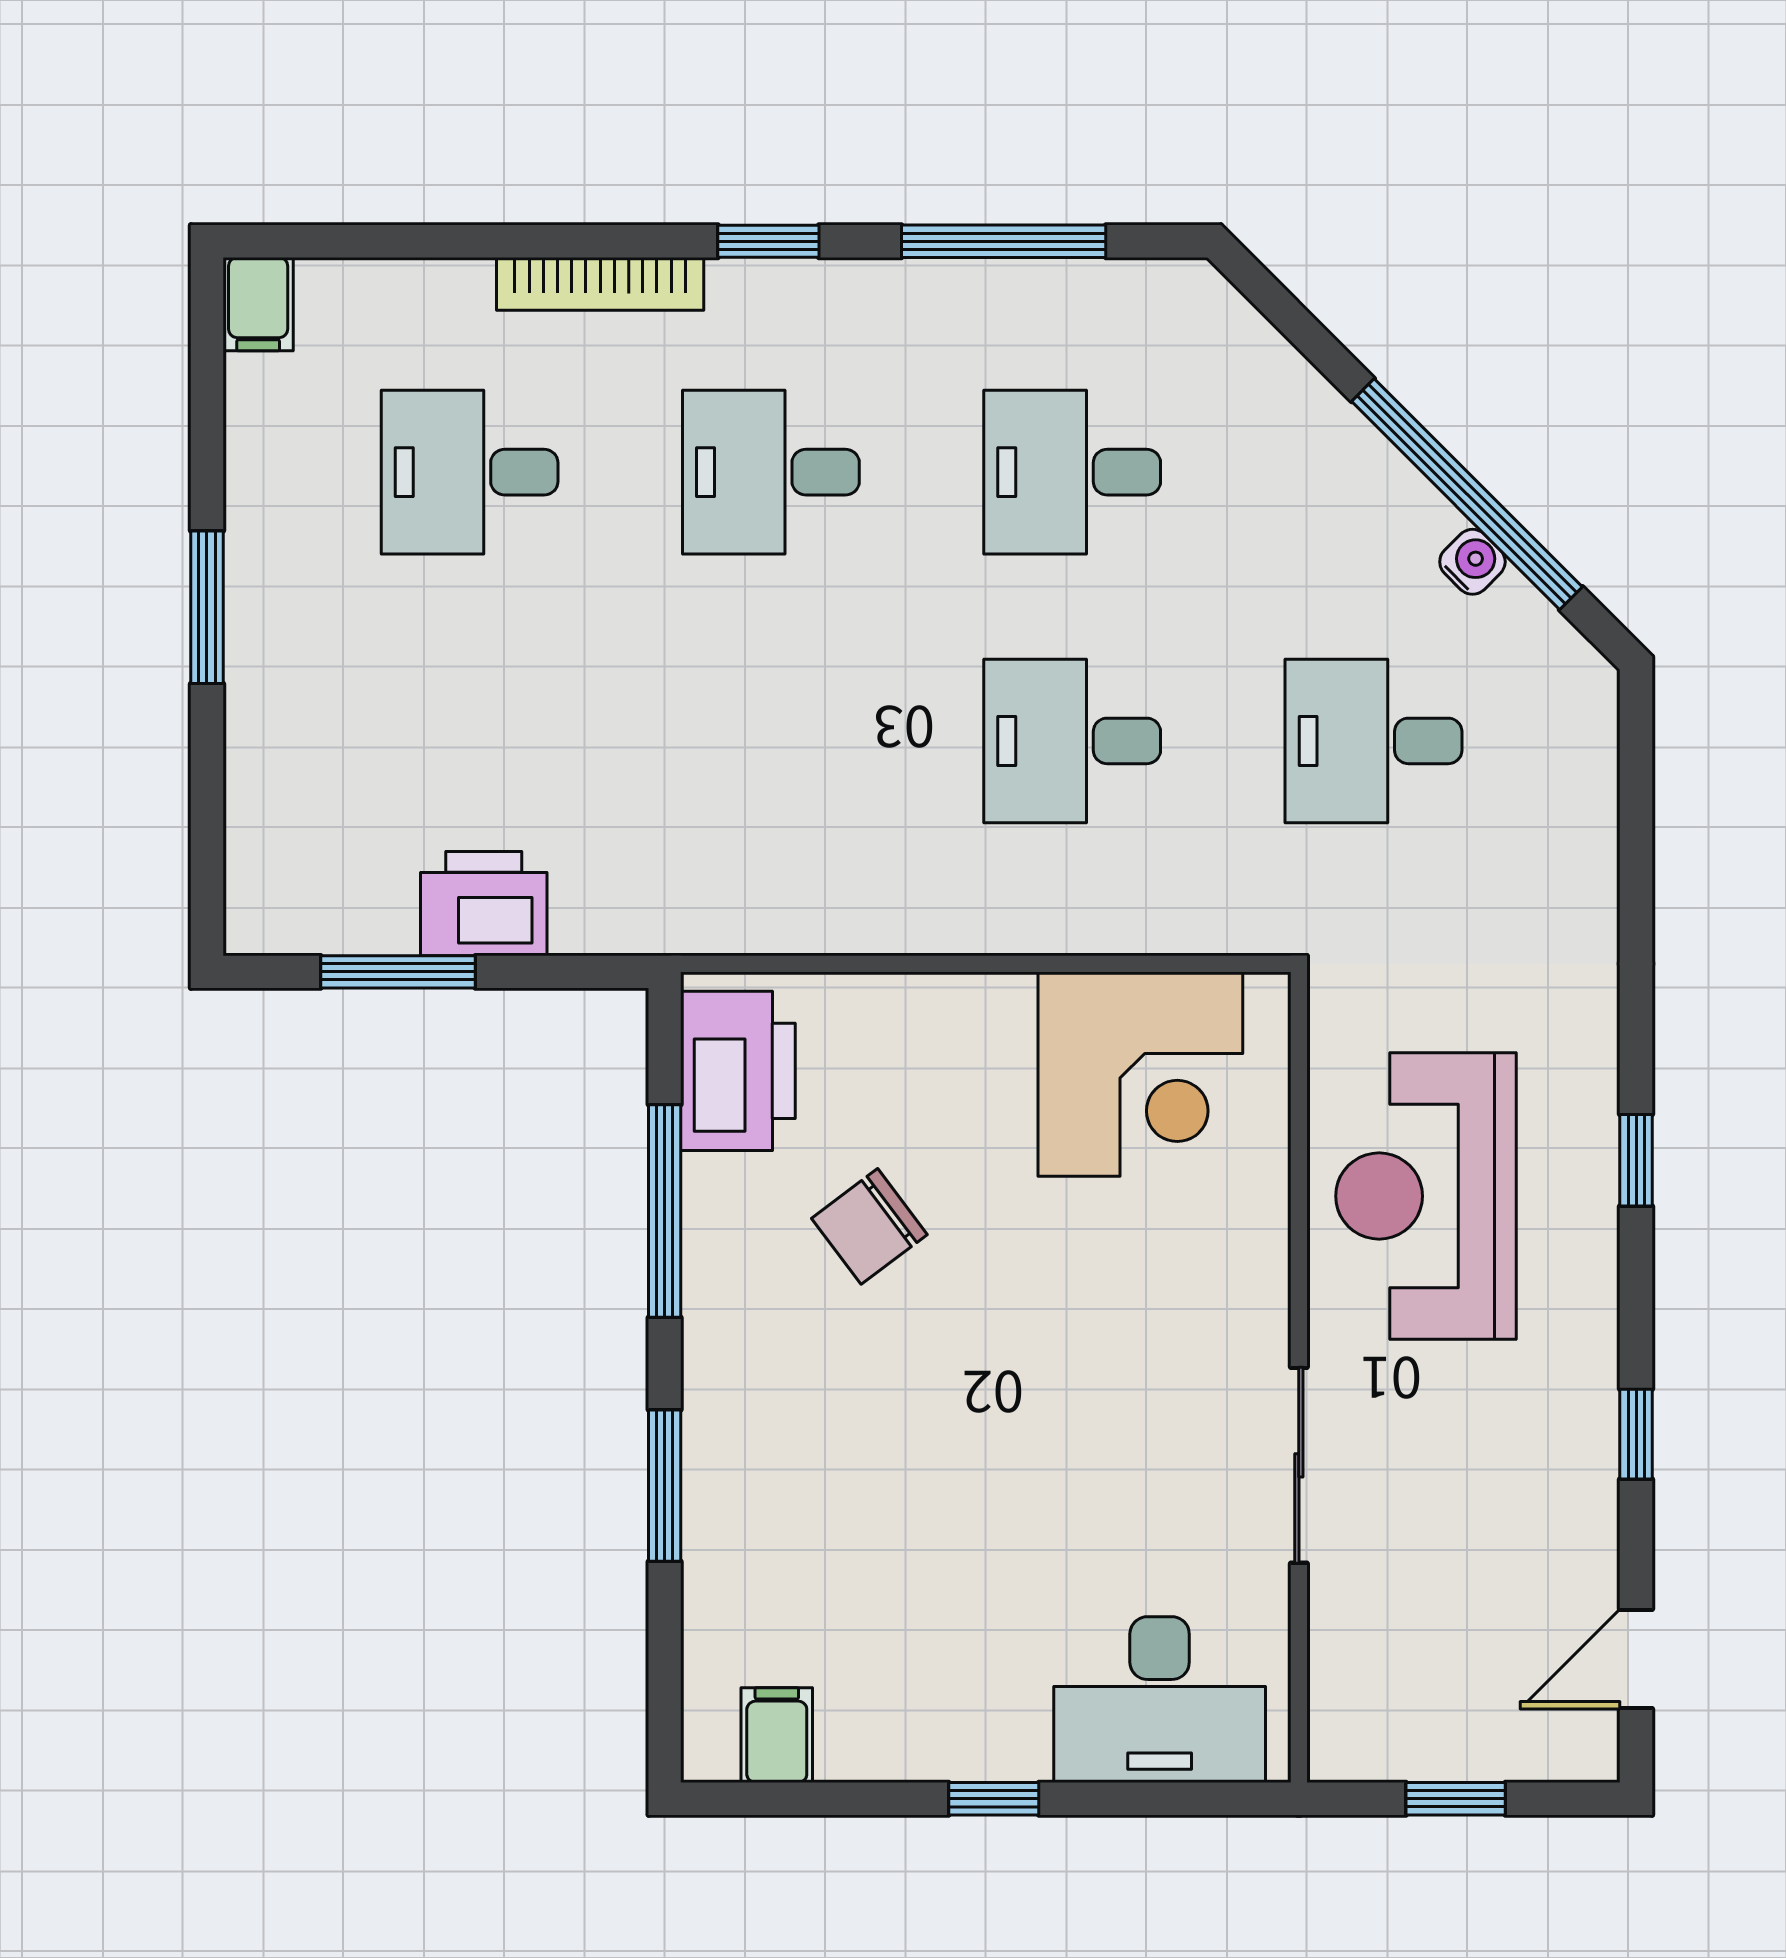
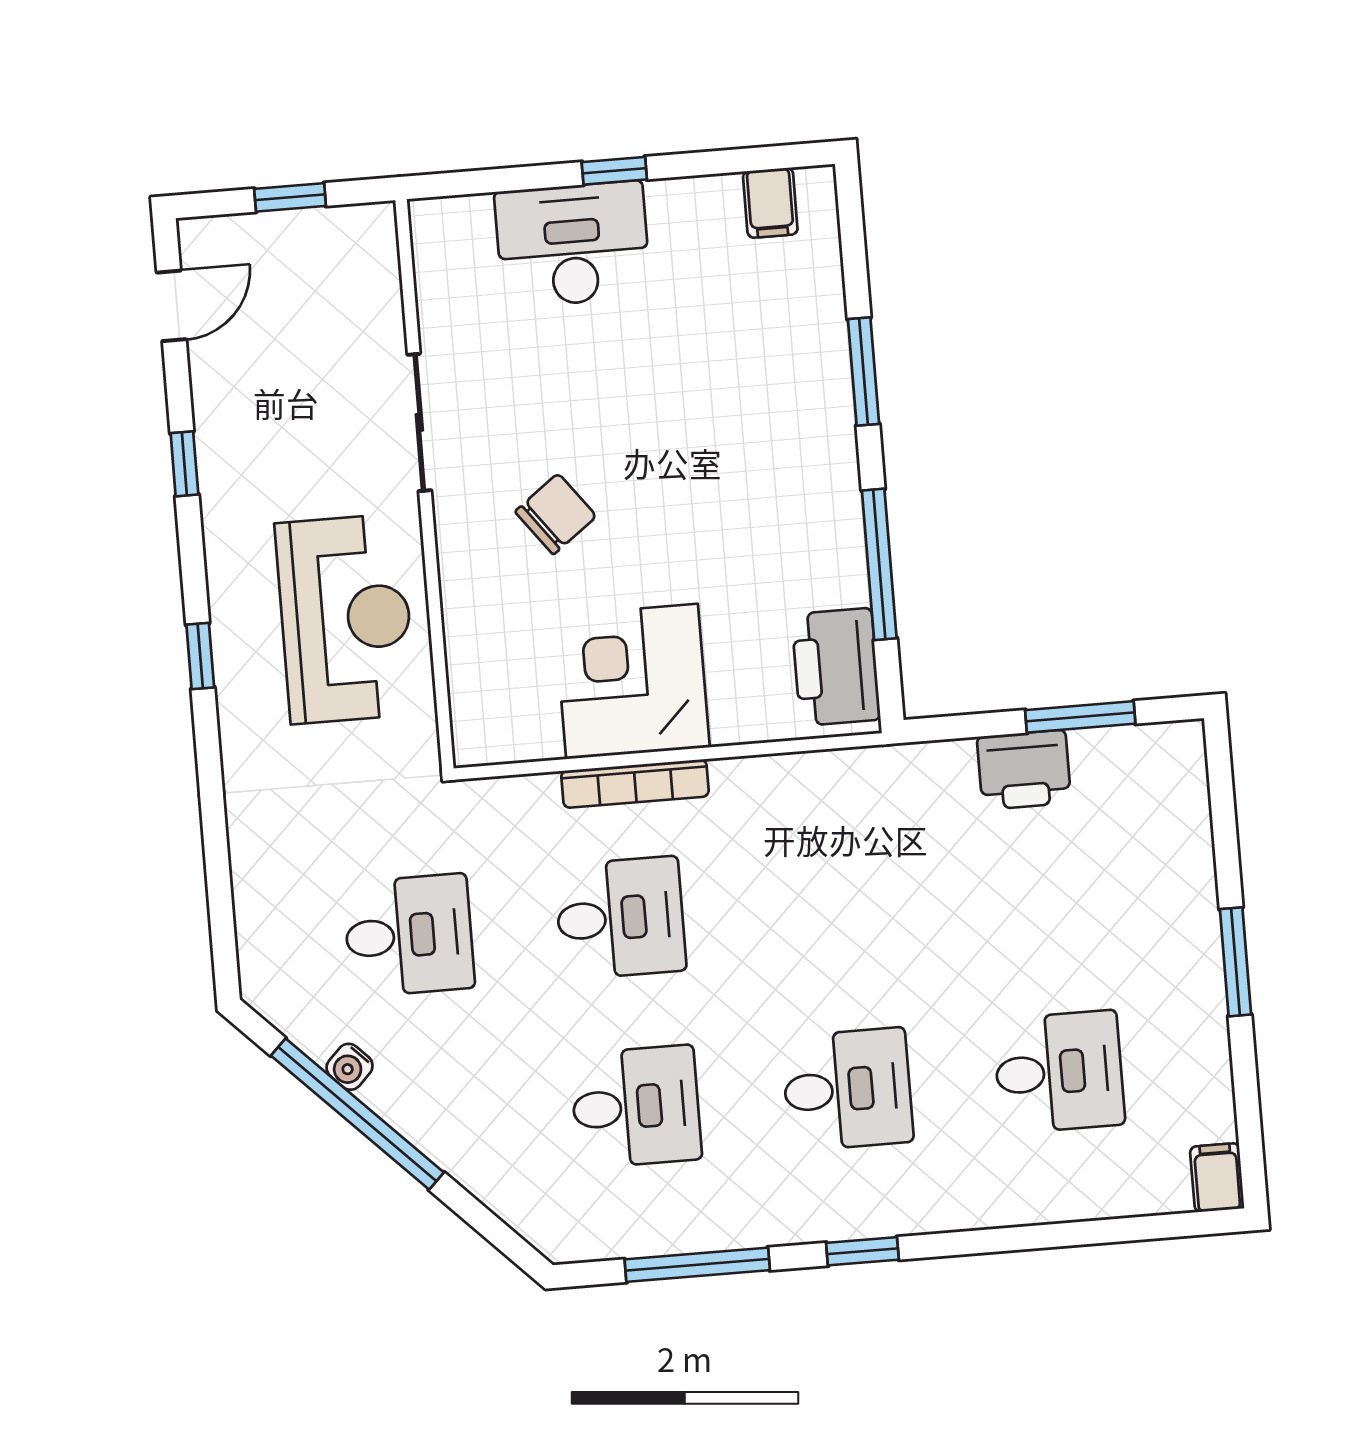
bookcase: (600, 284) -> (635, 784), moved, turned 180
corner desk: (1140, 1074) -> (632, 681), moved
chair: (869, 1226) -> (556, 514), moved
desk: (1160, 1700) -> (573, 244), moved

